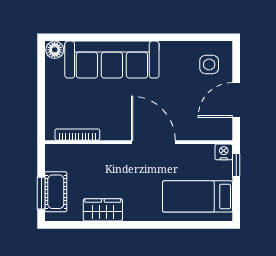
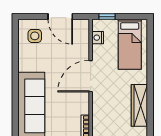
nightstand: (224, 152) -> (98, 38), moved
wardrobe: (103, 210) -> (139, 105), width x1.50

